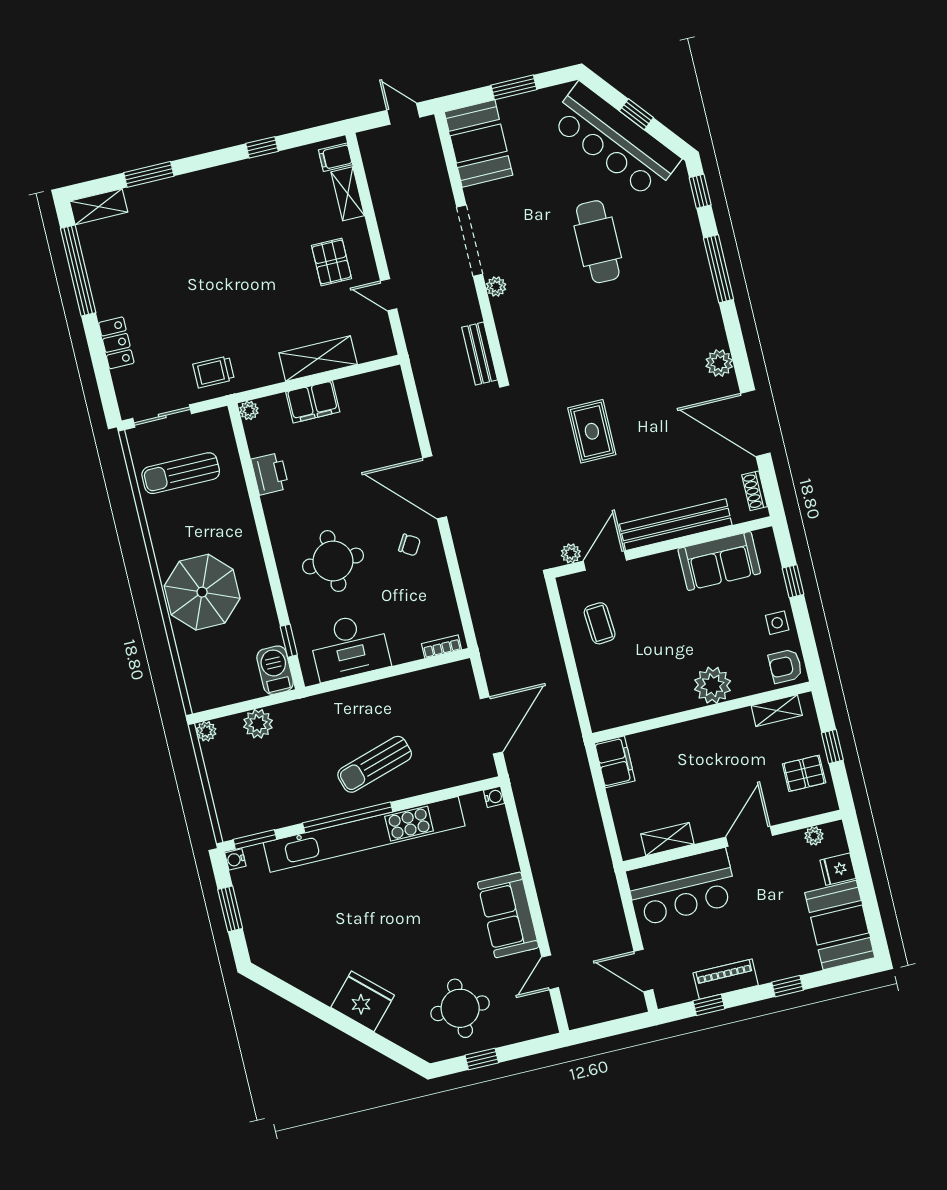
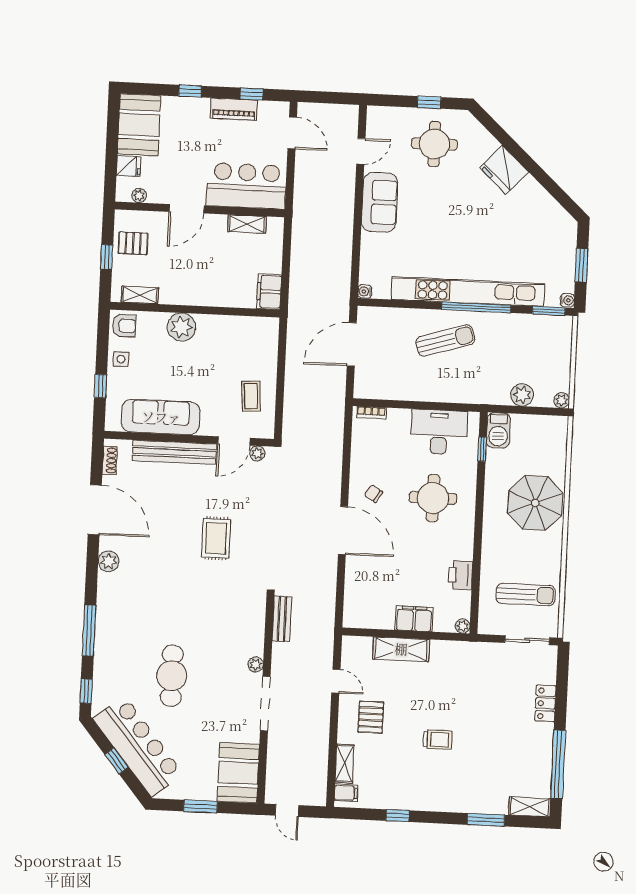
trolley: (214, 372) -> (438, 740), moved
sofa: (719, 561) -> (161, 417), width x1.36

